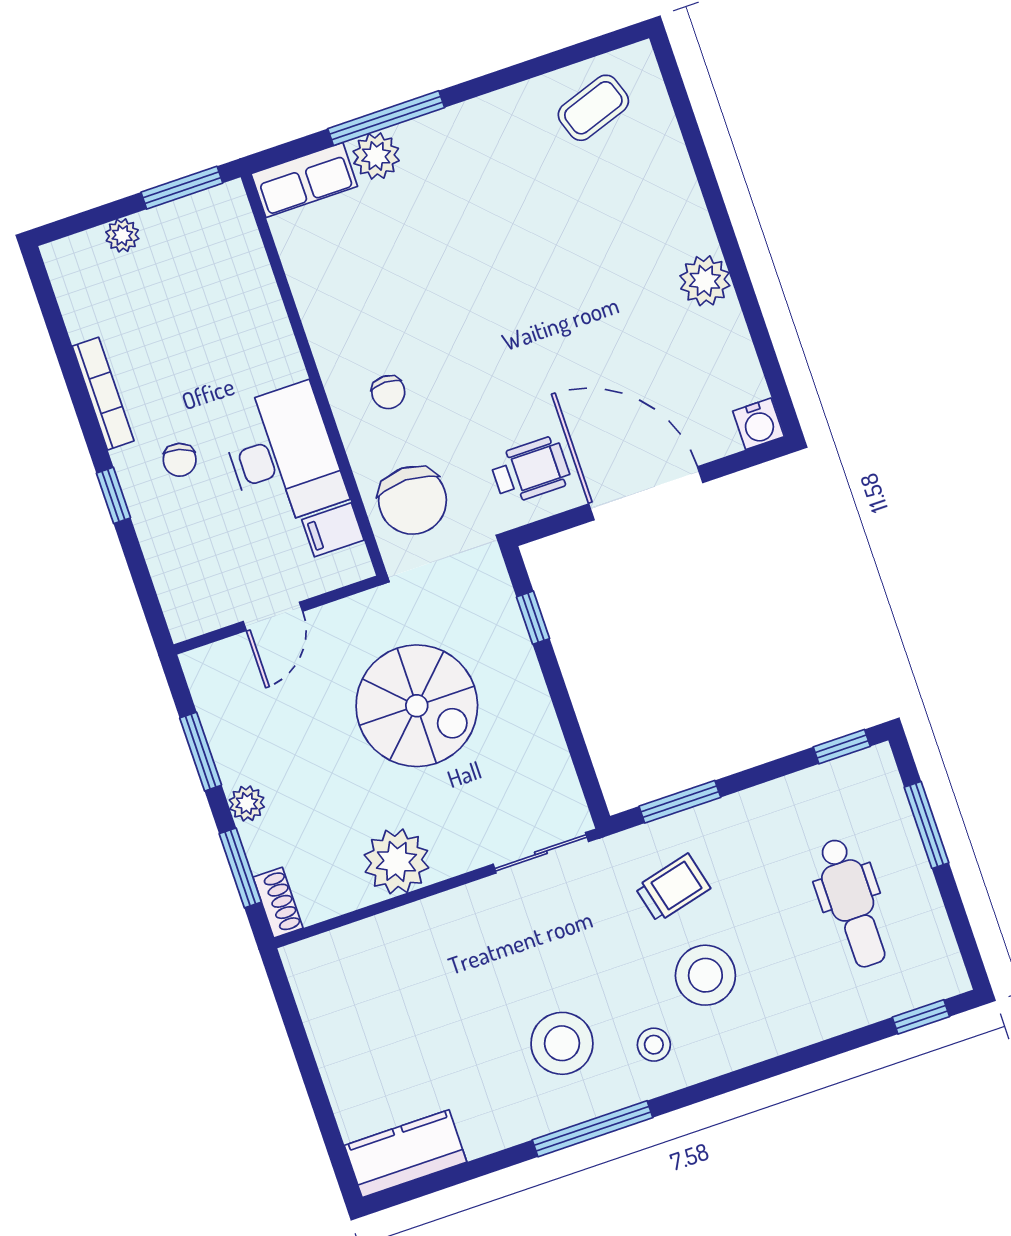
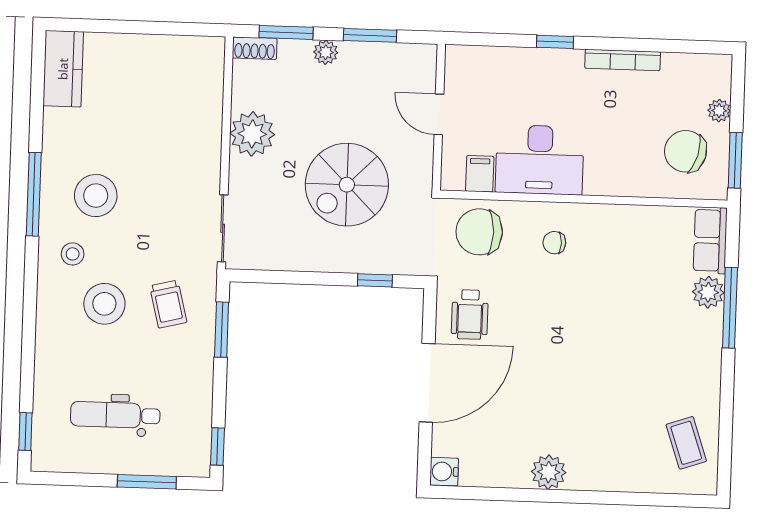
chair: (180, 460) -> (686, 151), moved, width x1.87, depth x1.87

